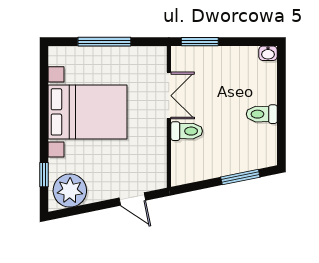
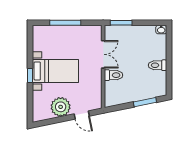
bed with nightstands: (87, 112) -> (55, 71), width x0.73
window: (44, 175) -> (30, 75), moved
plant: (70, 191) -> (61, 107), moved

